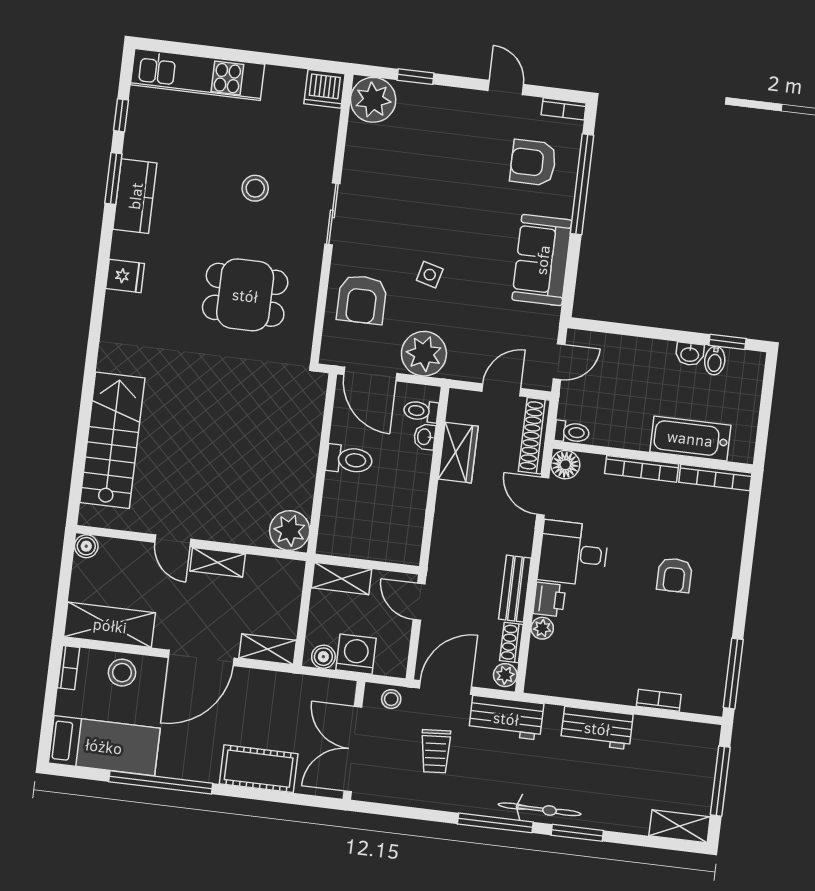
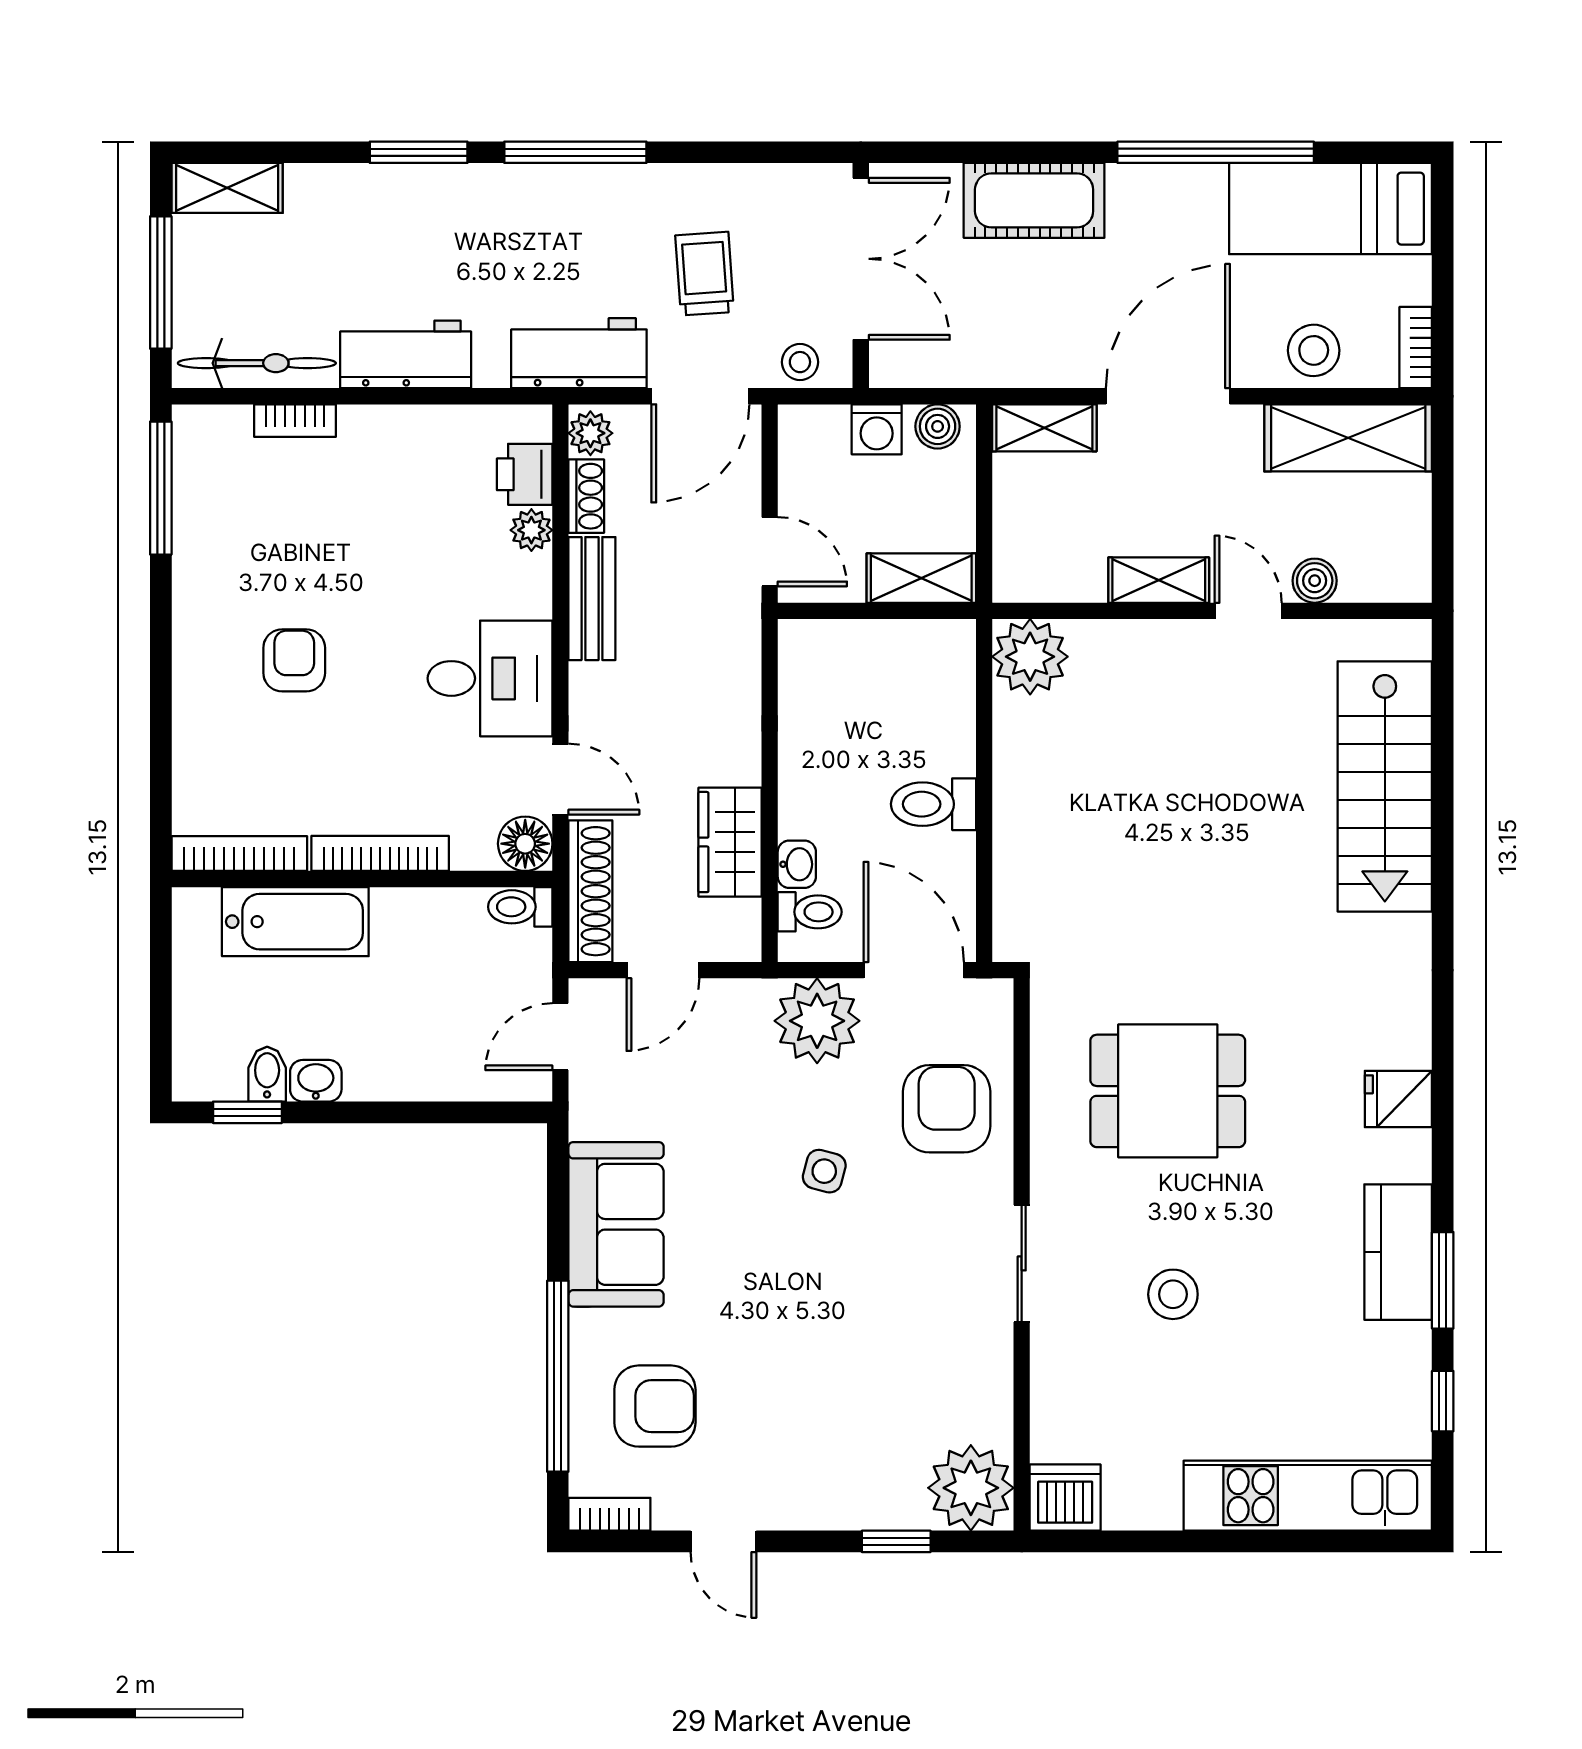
boiler: (86, 546) -> (1315, 581), moved
printer: (549, 600) -> (525, 474), moved
washing machine: (356, 654) -> (877, 429), width x0.73, depth x0.73
bicycle: (540, 809) -> (257, 363), moved, turned 180

